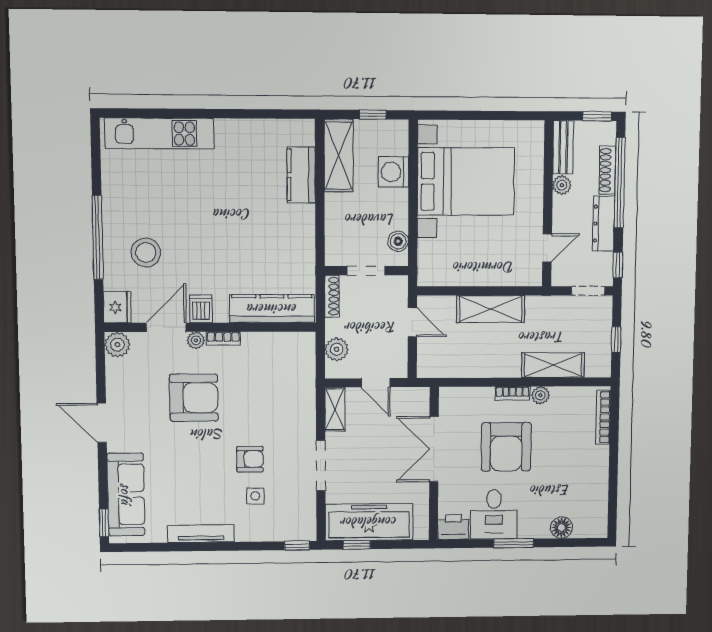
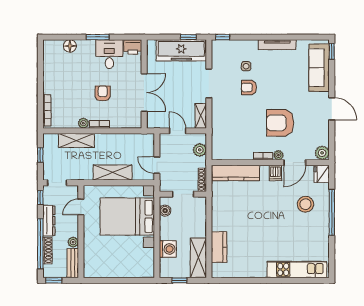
bed with nightstands: (466, 181) -> (127, 216), moved
armchair: (506, 447) -> (103, 93), width x0.53, depth x0.53

